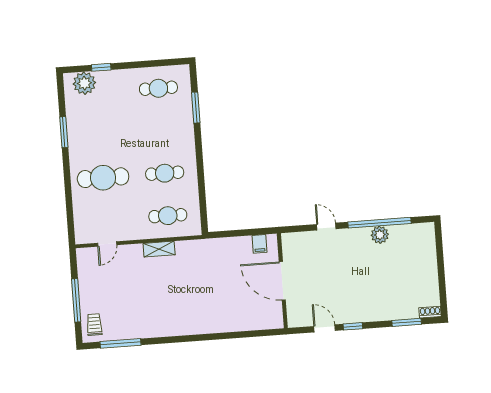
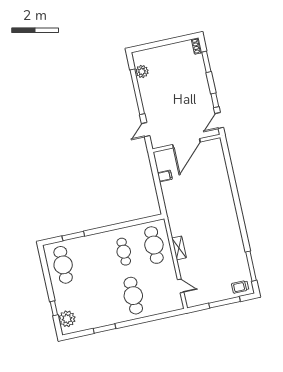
cafe table: (158, 88) -> (63, 265), width x1.37, depth x1.35
cafe table: (168, 216) -> (154, 245), width x1.37, depth x1.35
plant: (380, 235) -> (142, 71), moved
door: (282, 281) -> (186, 143), moved
wall: (282, 281) -> (186, 143), moved

